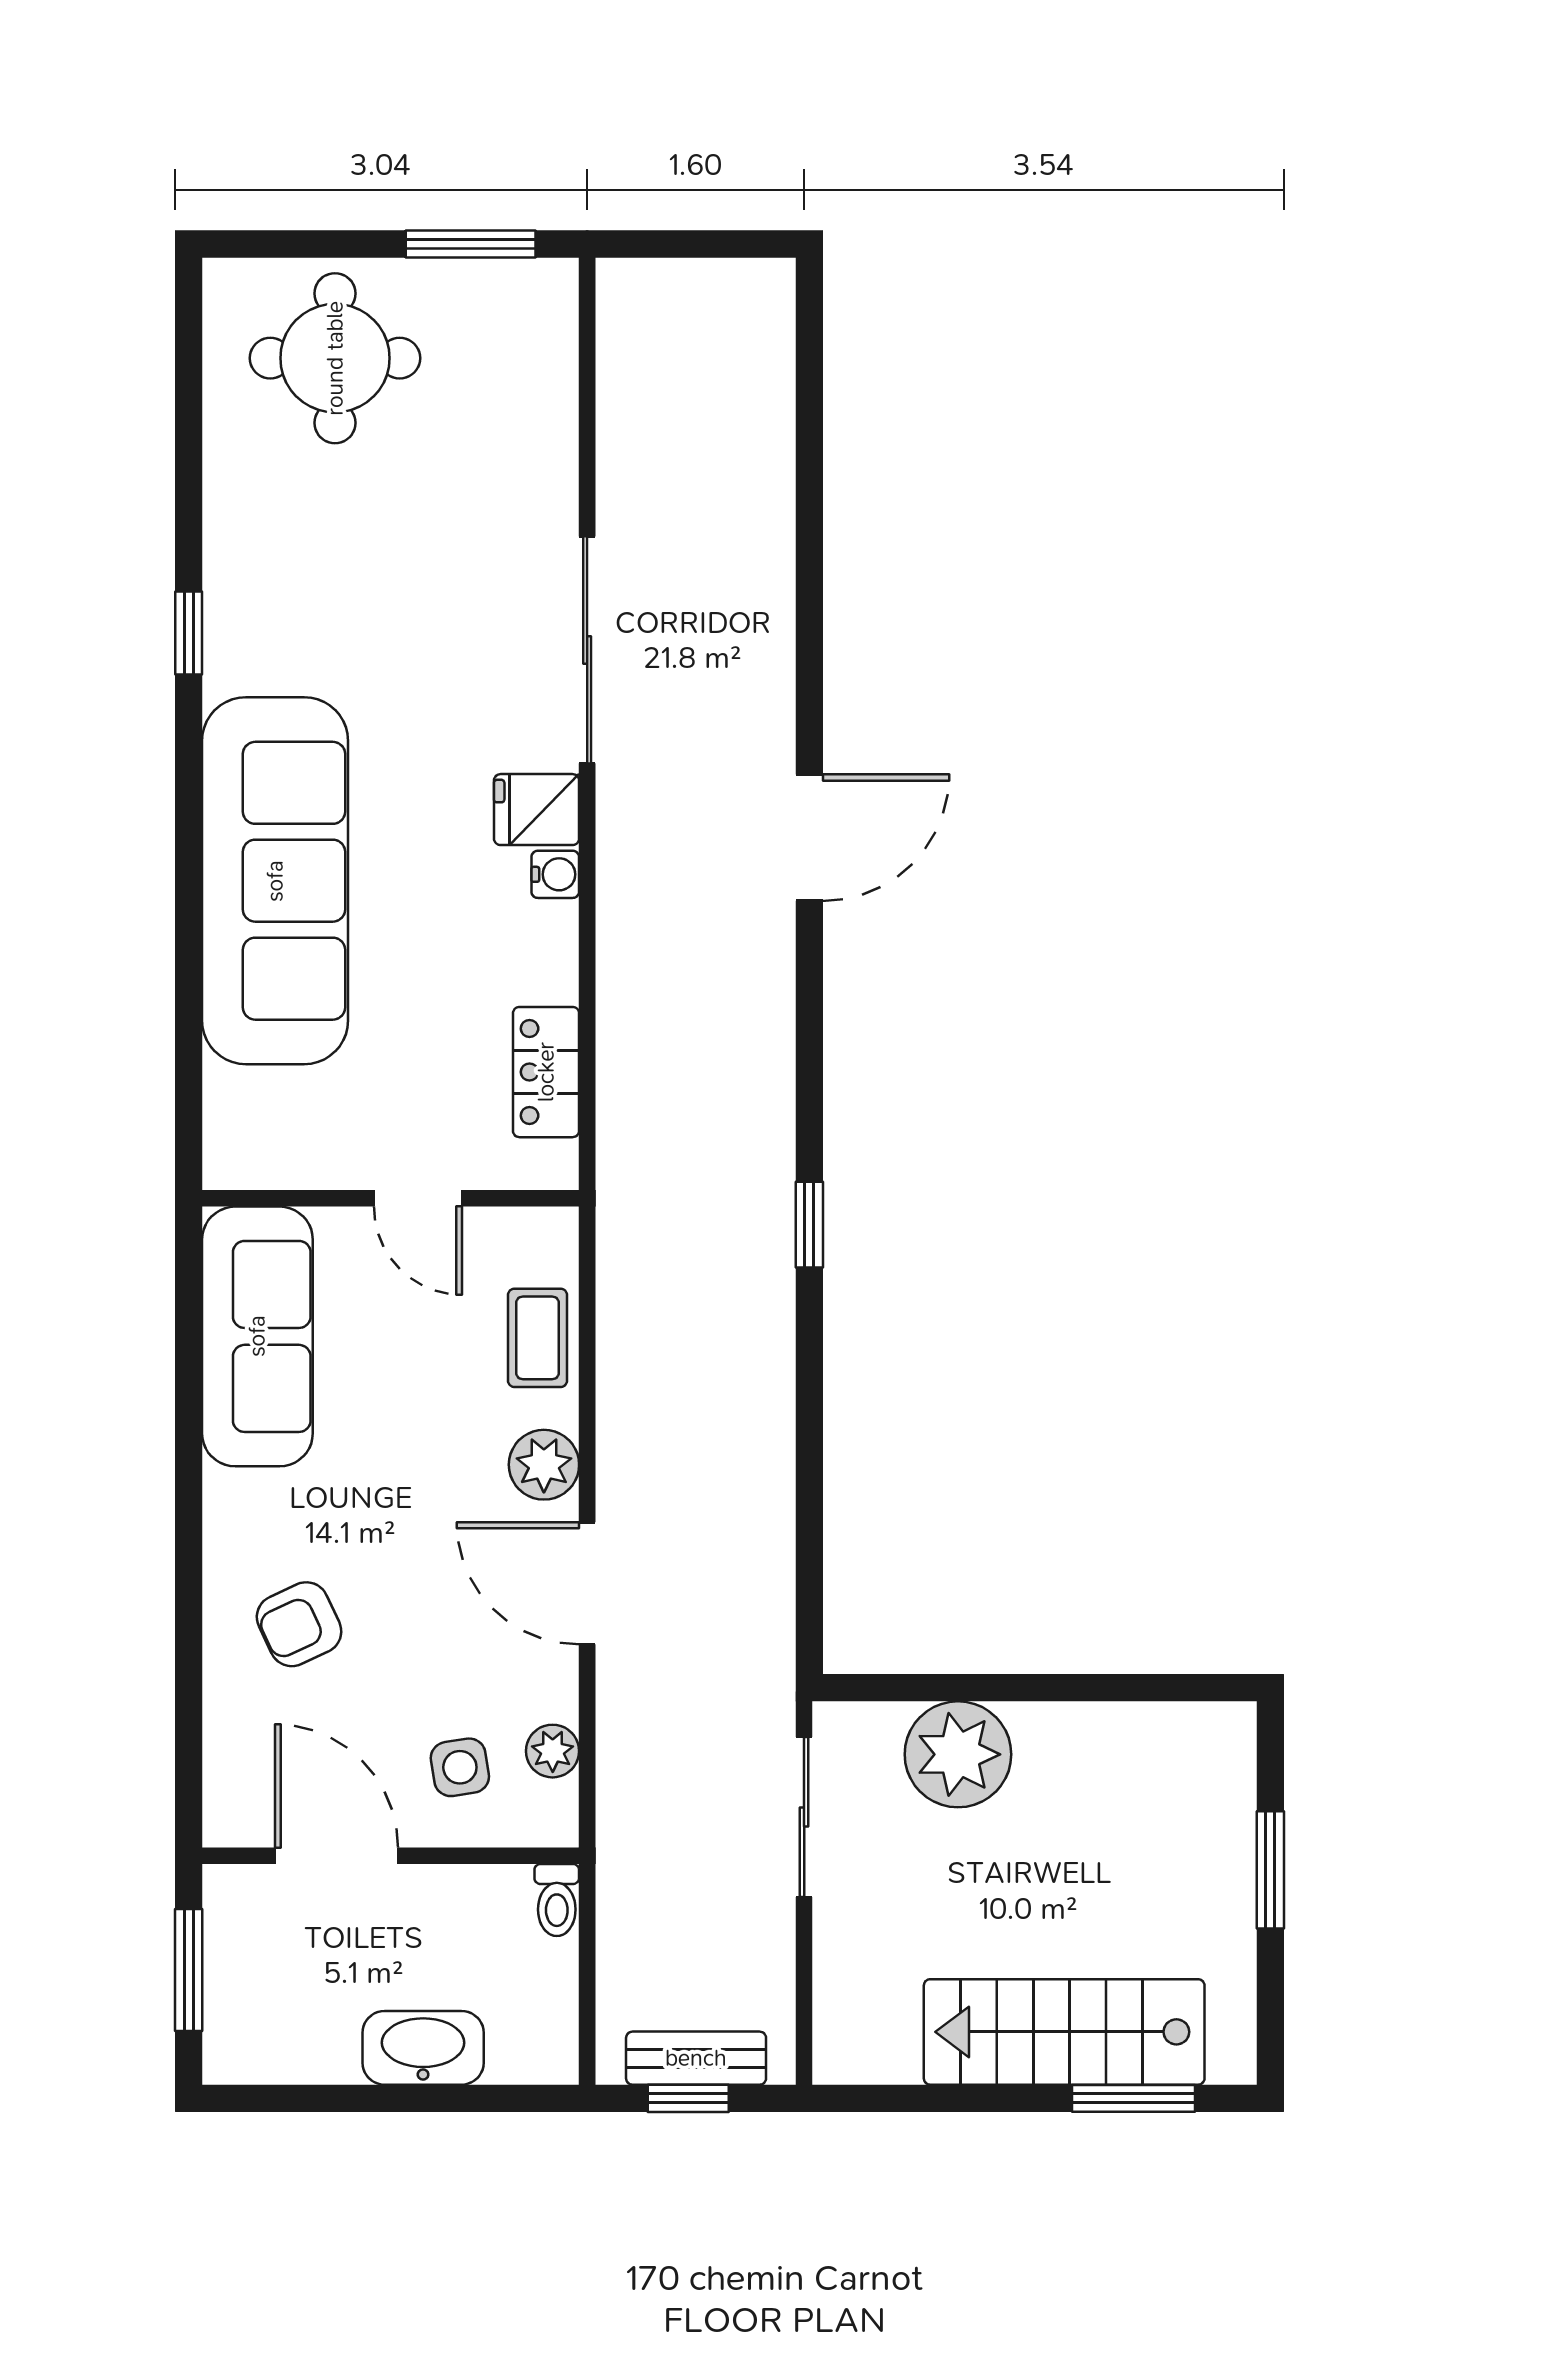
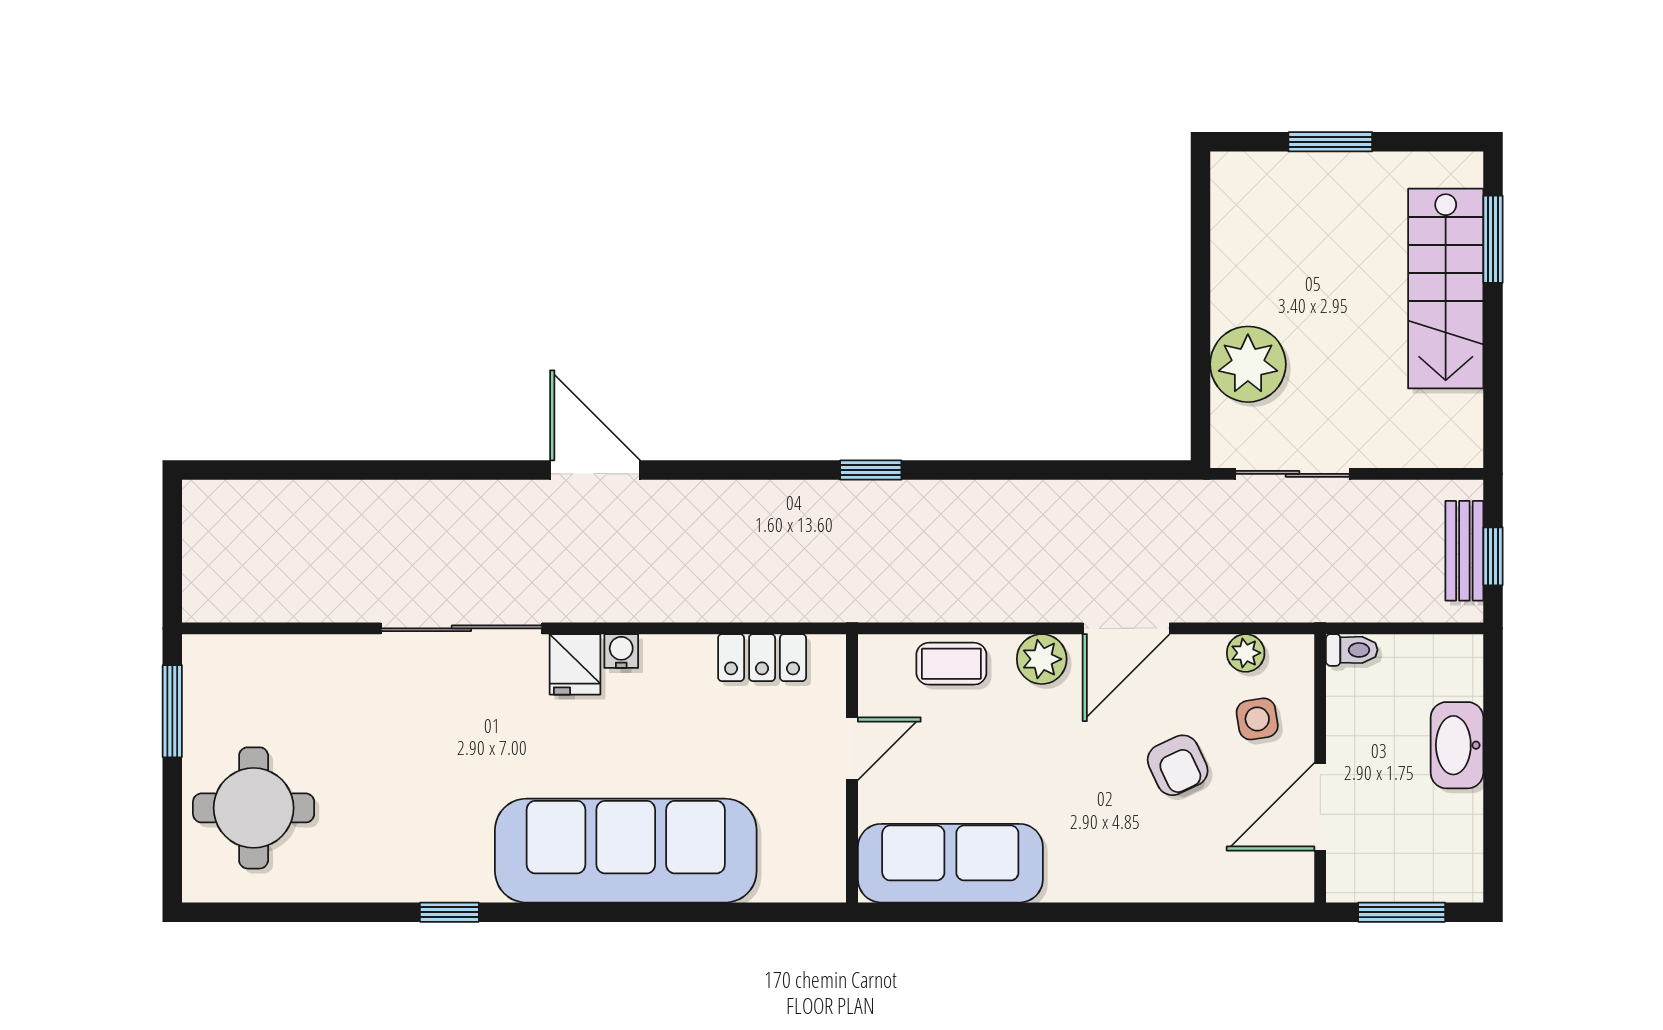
armchair: (299, 1624) -> (1178, 765), moved

